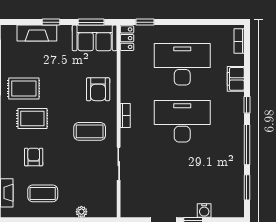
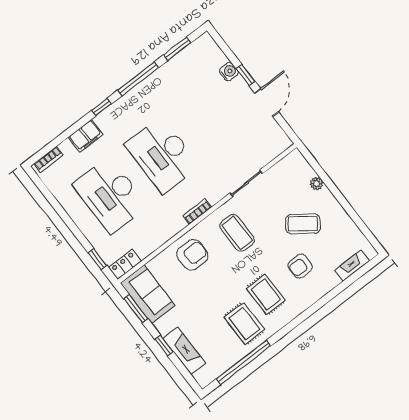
coffee table: (43, 193) -> (303, 224), moved, turned -54

